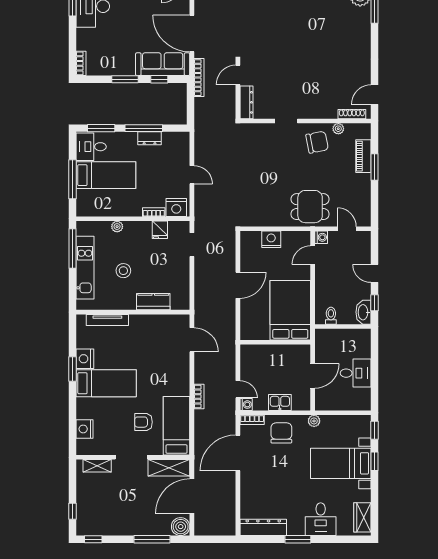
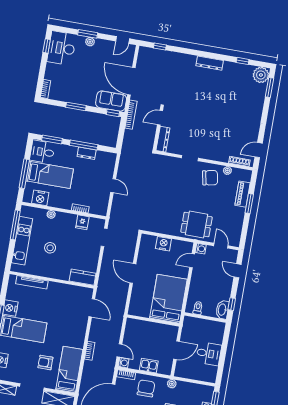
sofa: (163, 64) -> (111, 101), width x0.73
window: (159, 79) -> (113, 113), moved
nightstand: (176, 207) -> (40, 198), moved
door: (374, 273) -> (238, 271), moved
door: (238, 285) -> (133, 273), swing flipped
kitchen counter: (153, 302) -> (83, 277), moved

